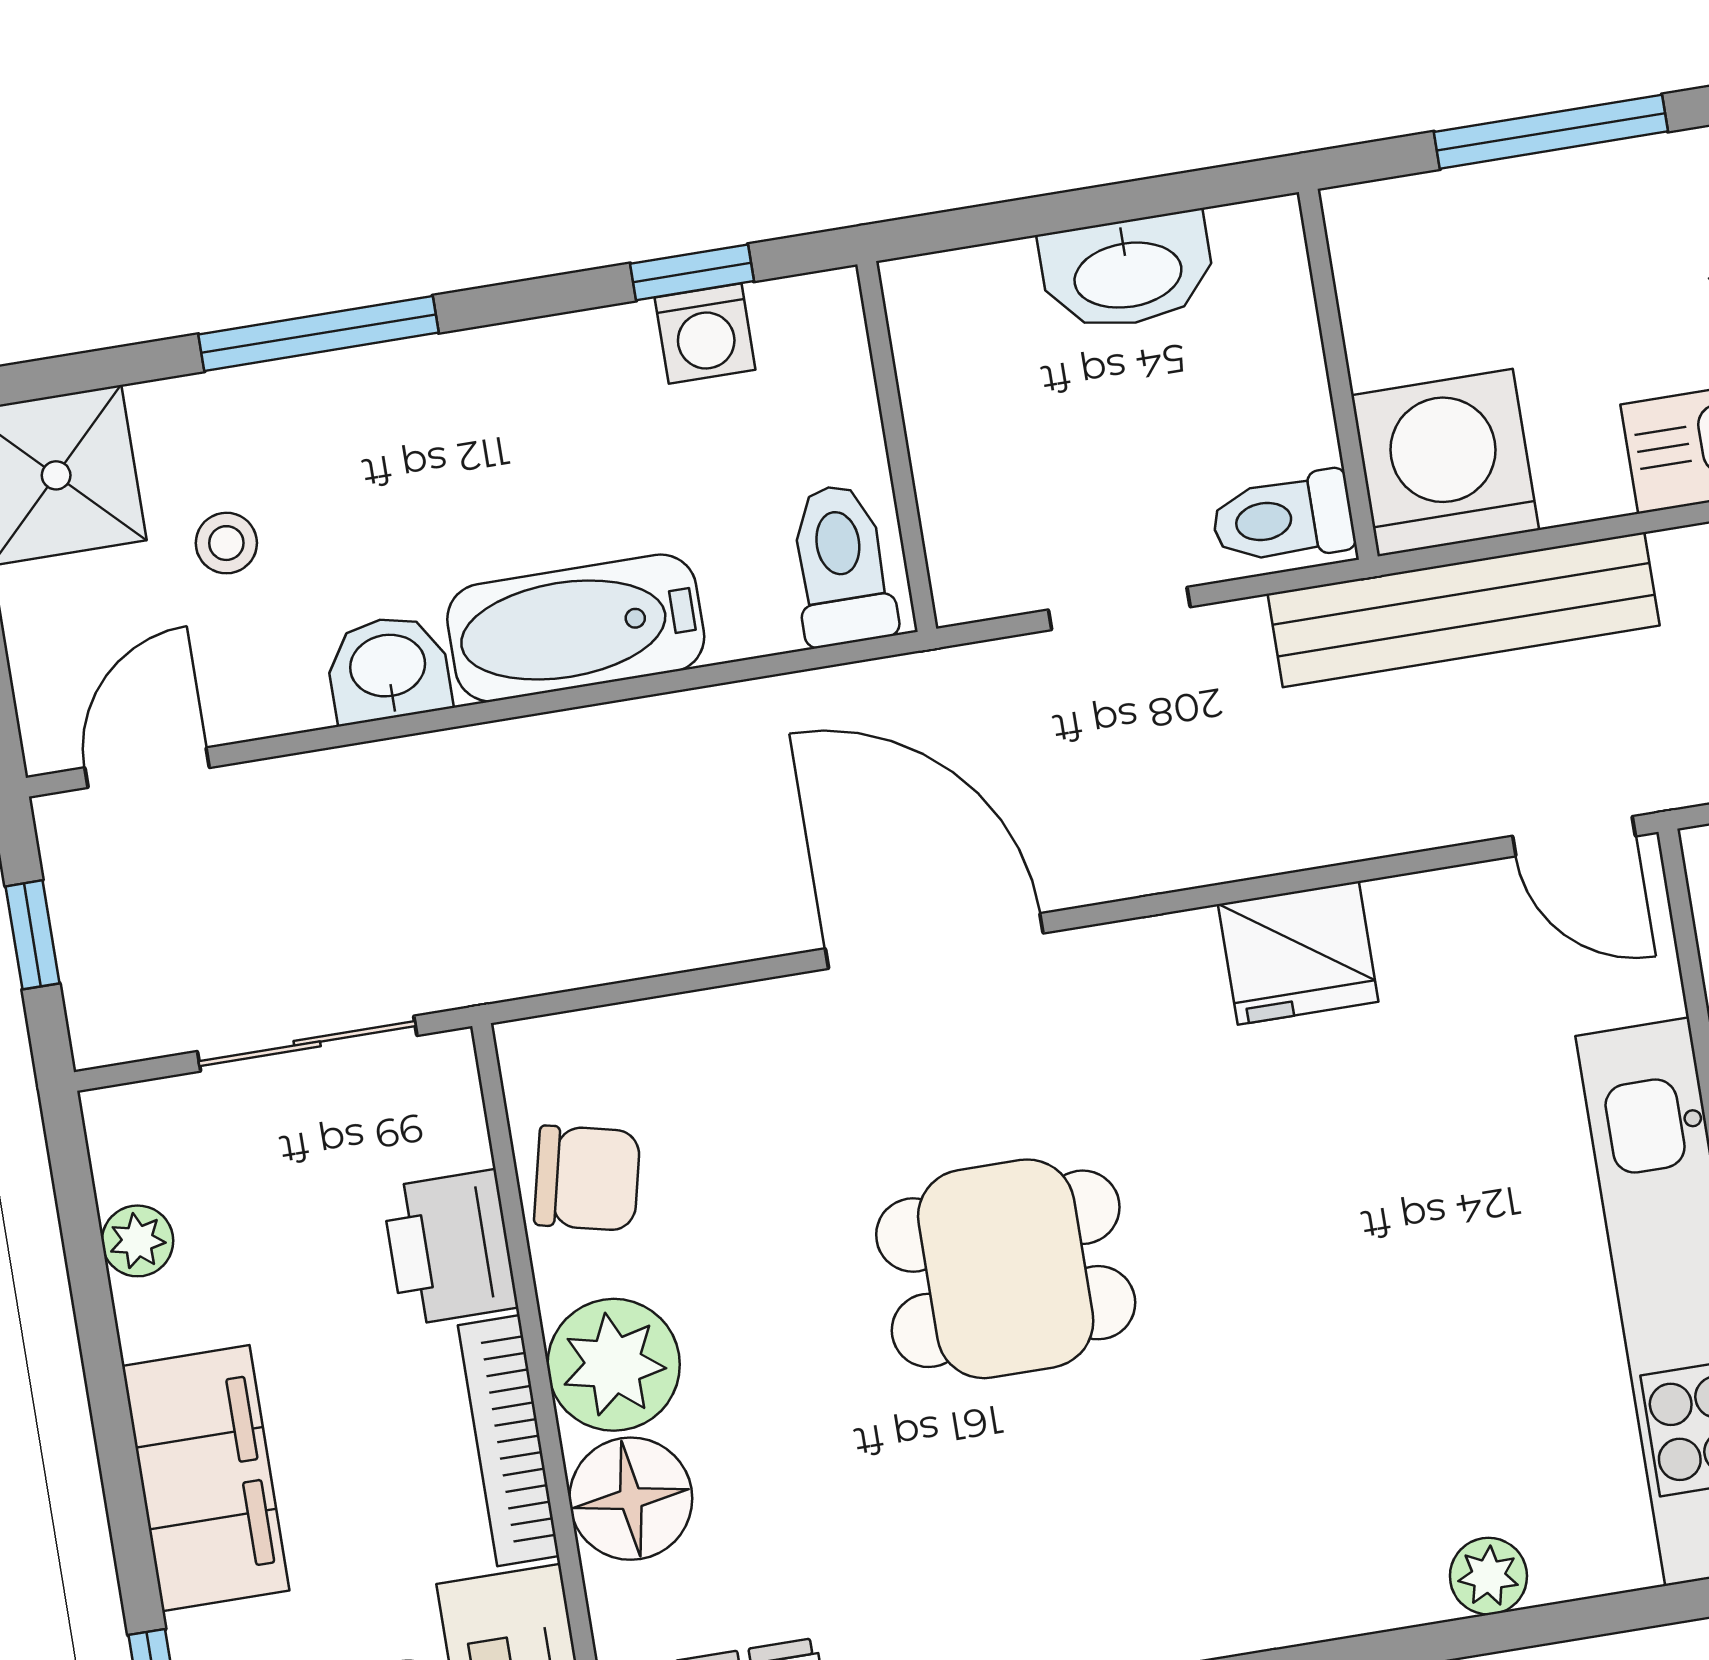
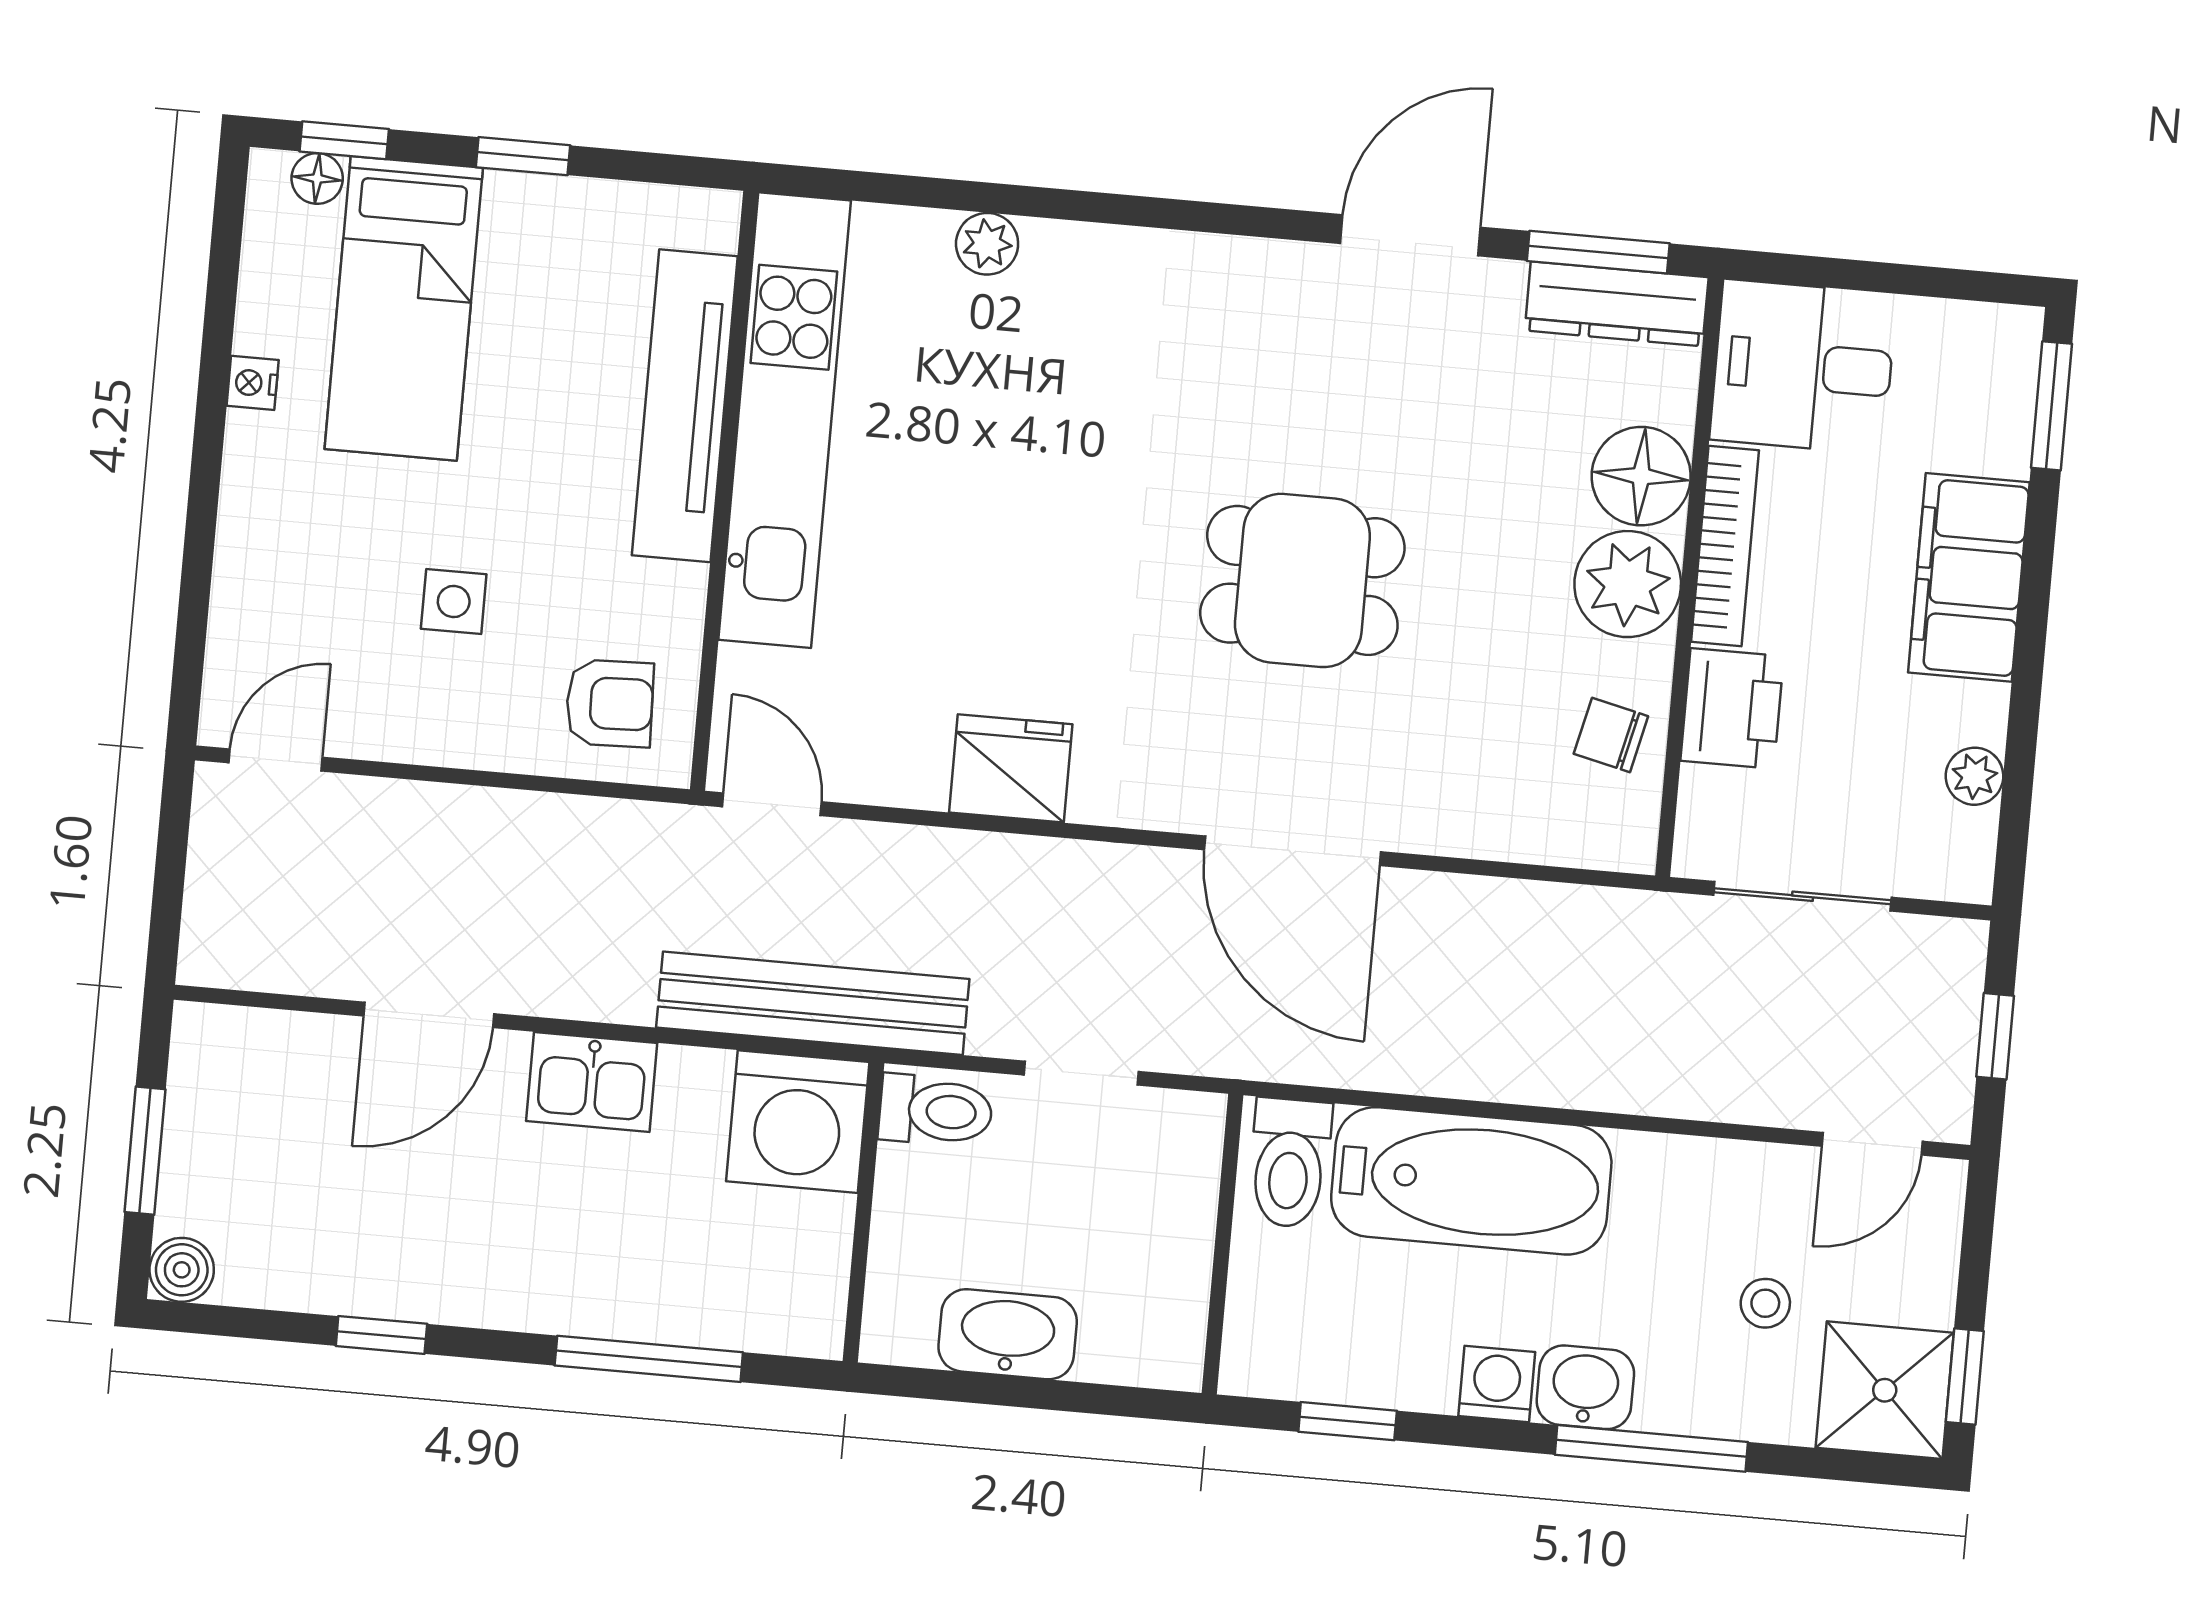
washing machine: (705, 334) -> (1497, 1384), moved
bathtub: (576, 628) -> (1471, 1181), width x1.36, depth x1.36
washbasin: (388, 669) -> (1585, 1387), moved, turned 180
chair: (587, 1178) -> (1611, 735), width x0.73, depth x0.73

